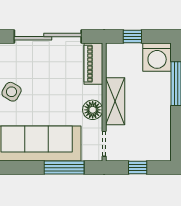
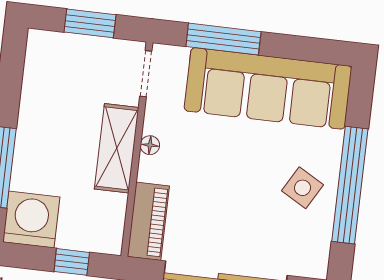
floor lamp: (93, 110) -> (150, 145), width x0.53, depth x0.53
window: (138, 168) -> (90, 23), width x1.50

